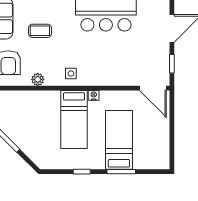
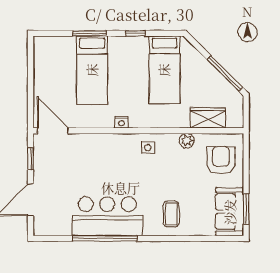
coffee table: (40, 31) -> (171, 214), moved, turned 90
wardrobe: (20, 99) -> (208, 118), added
bed: (74, 119) -> (164, 70), moved, turned 180

